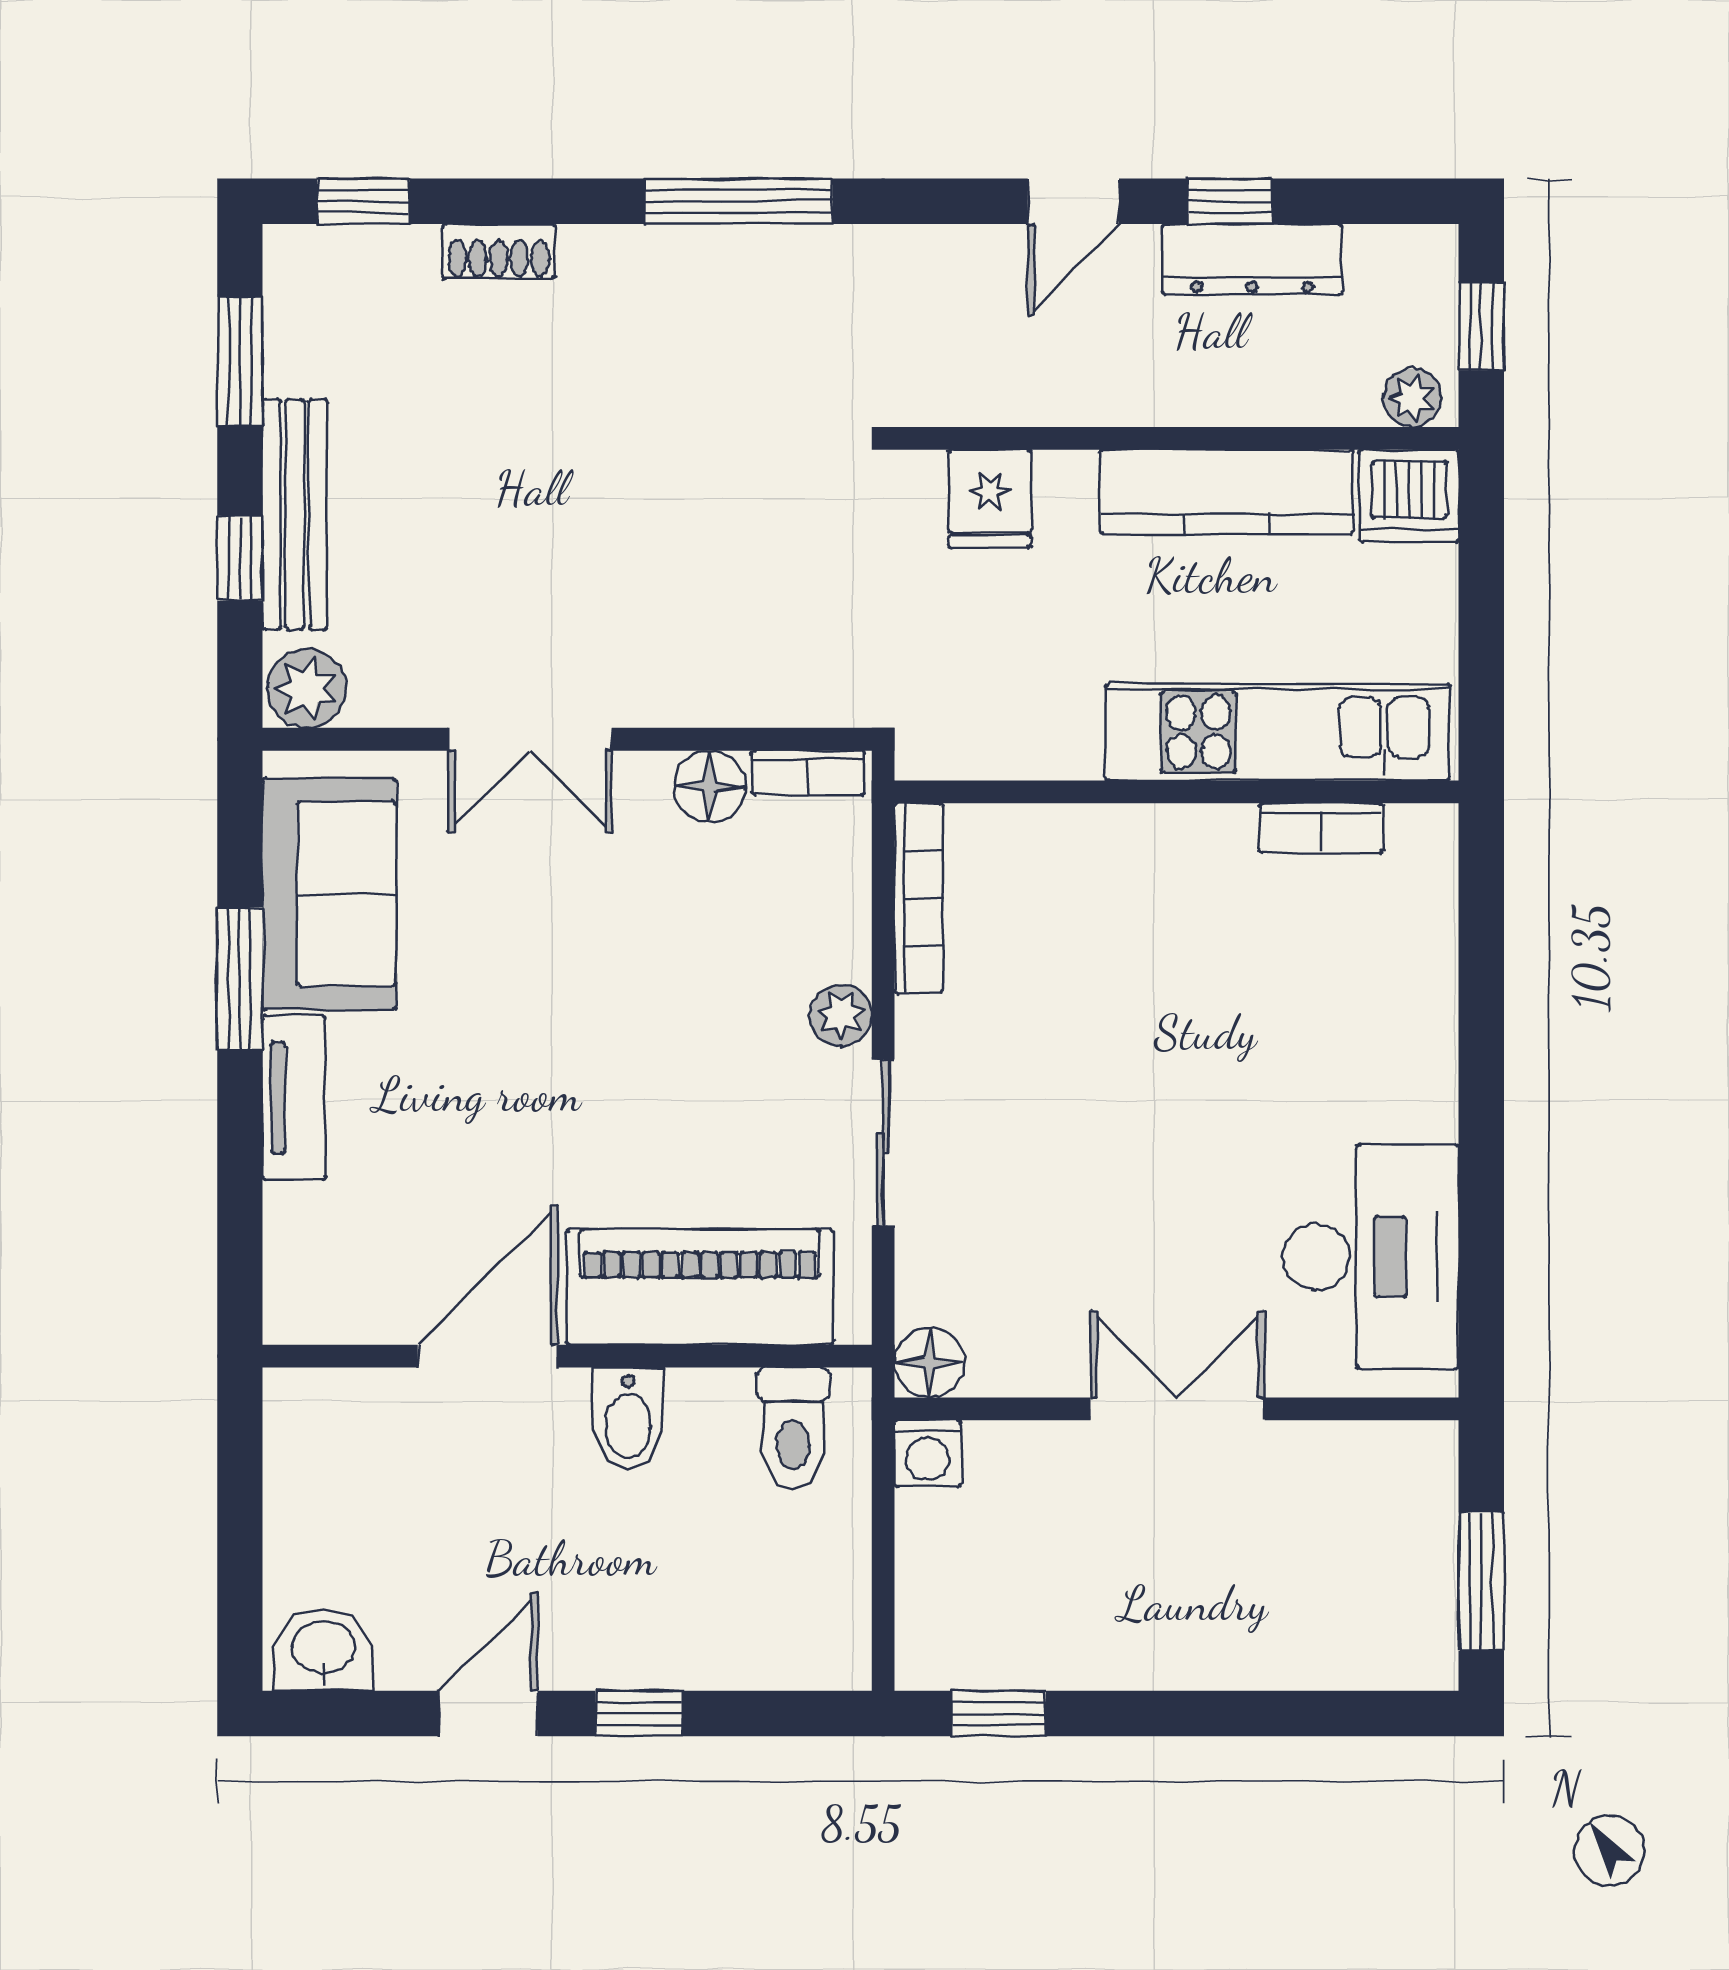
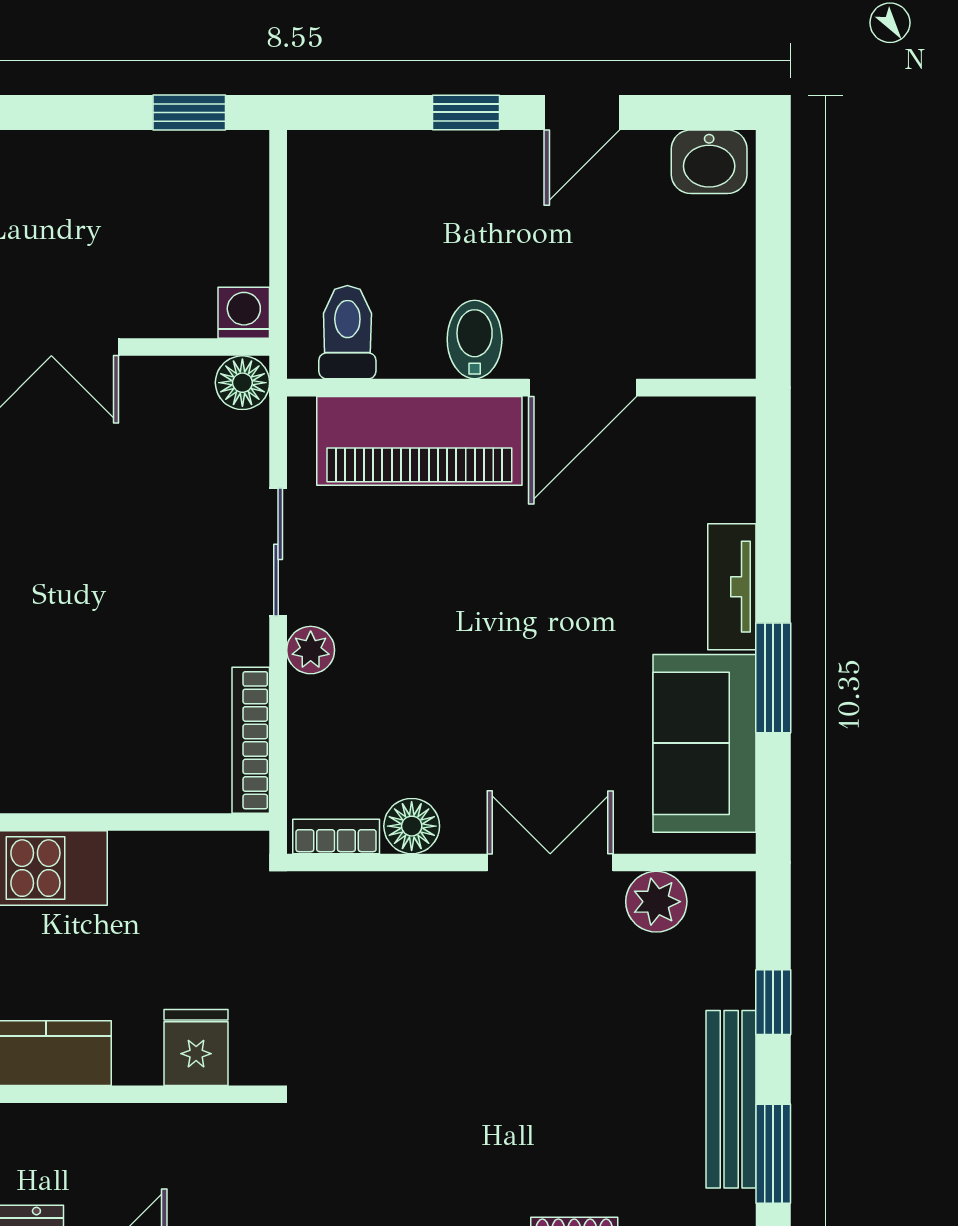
bench: (295, 514) -> (731, 1099), moved
plant: (307, 688) -> (656, 902), moved

